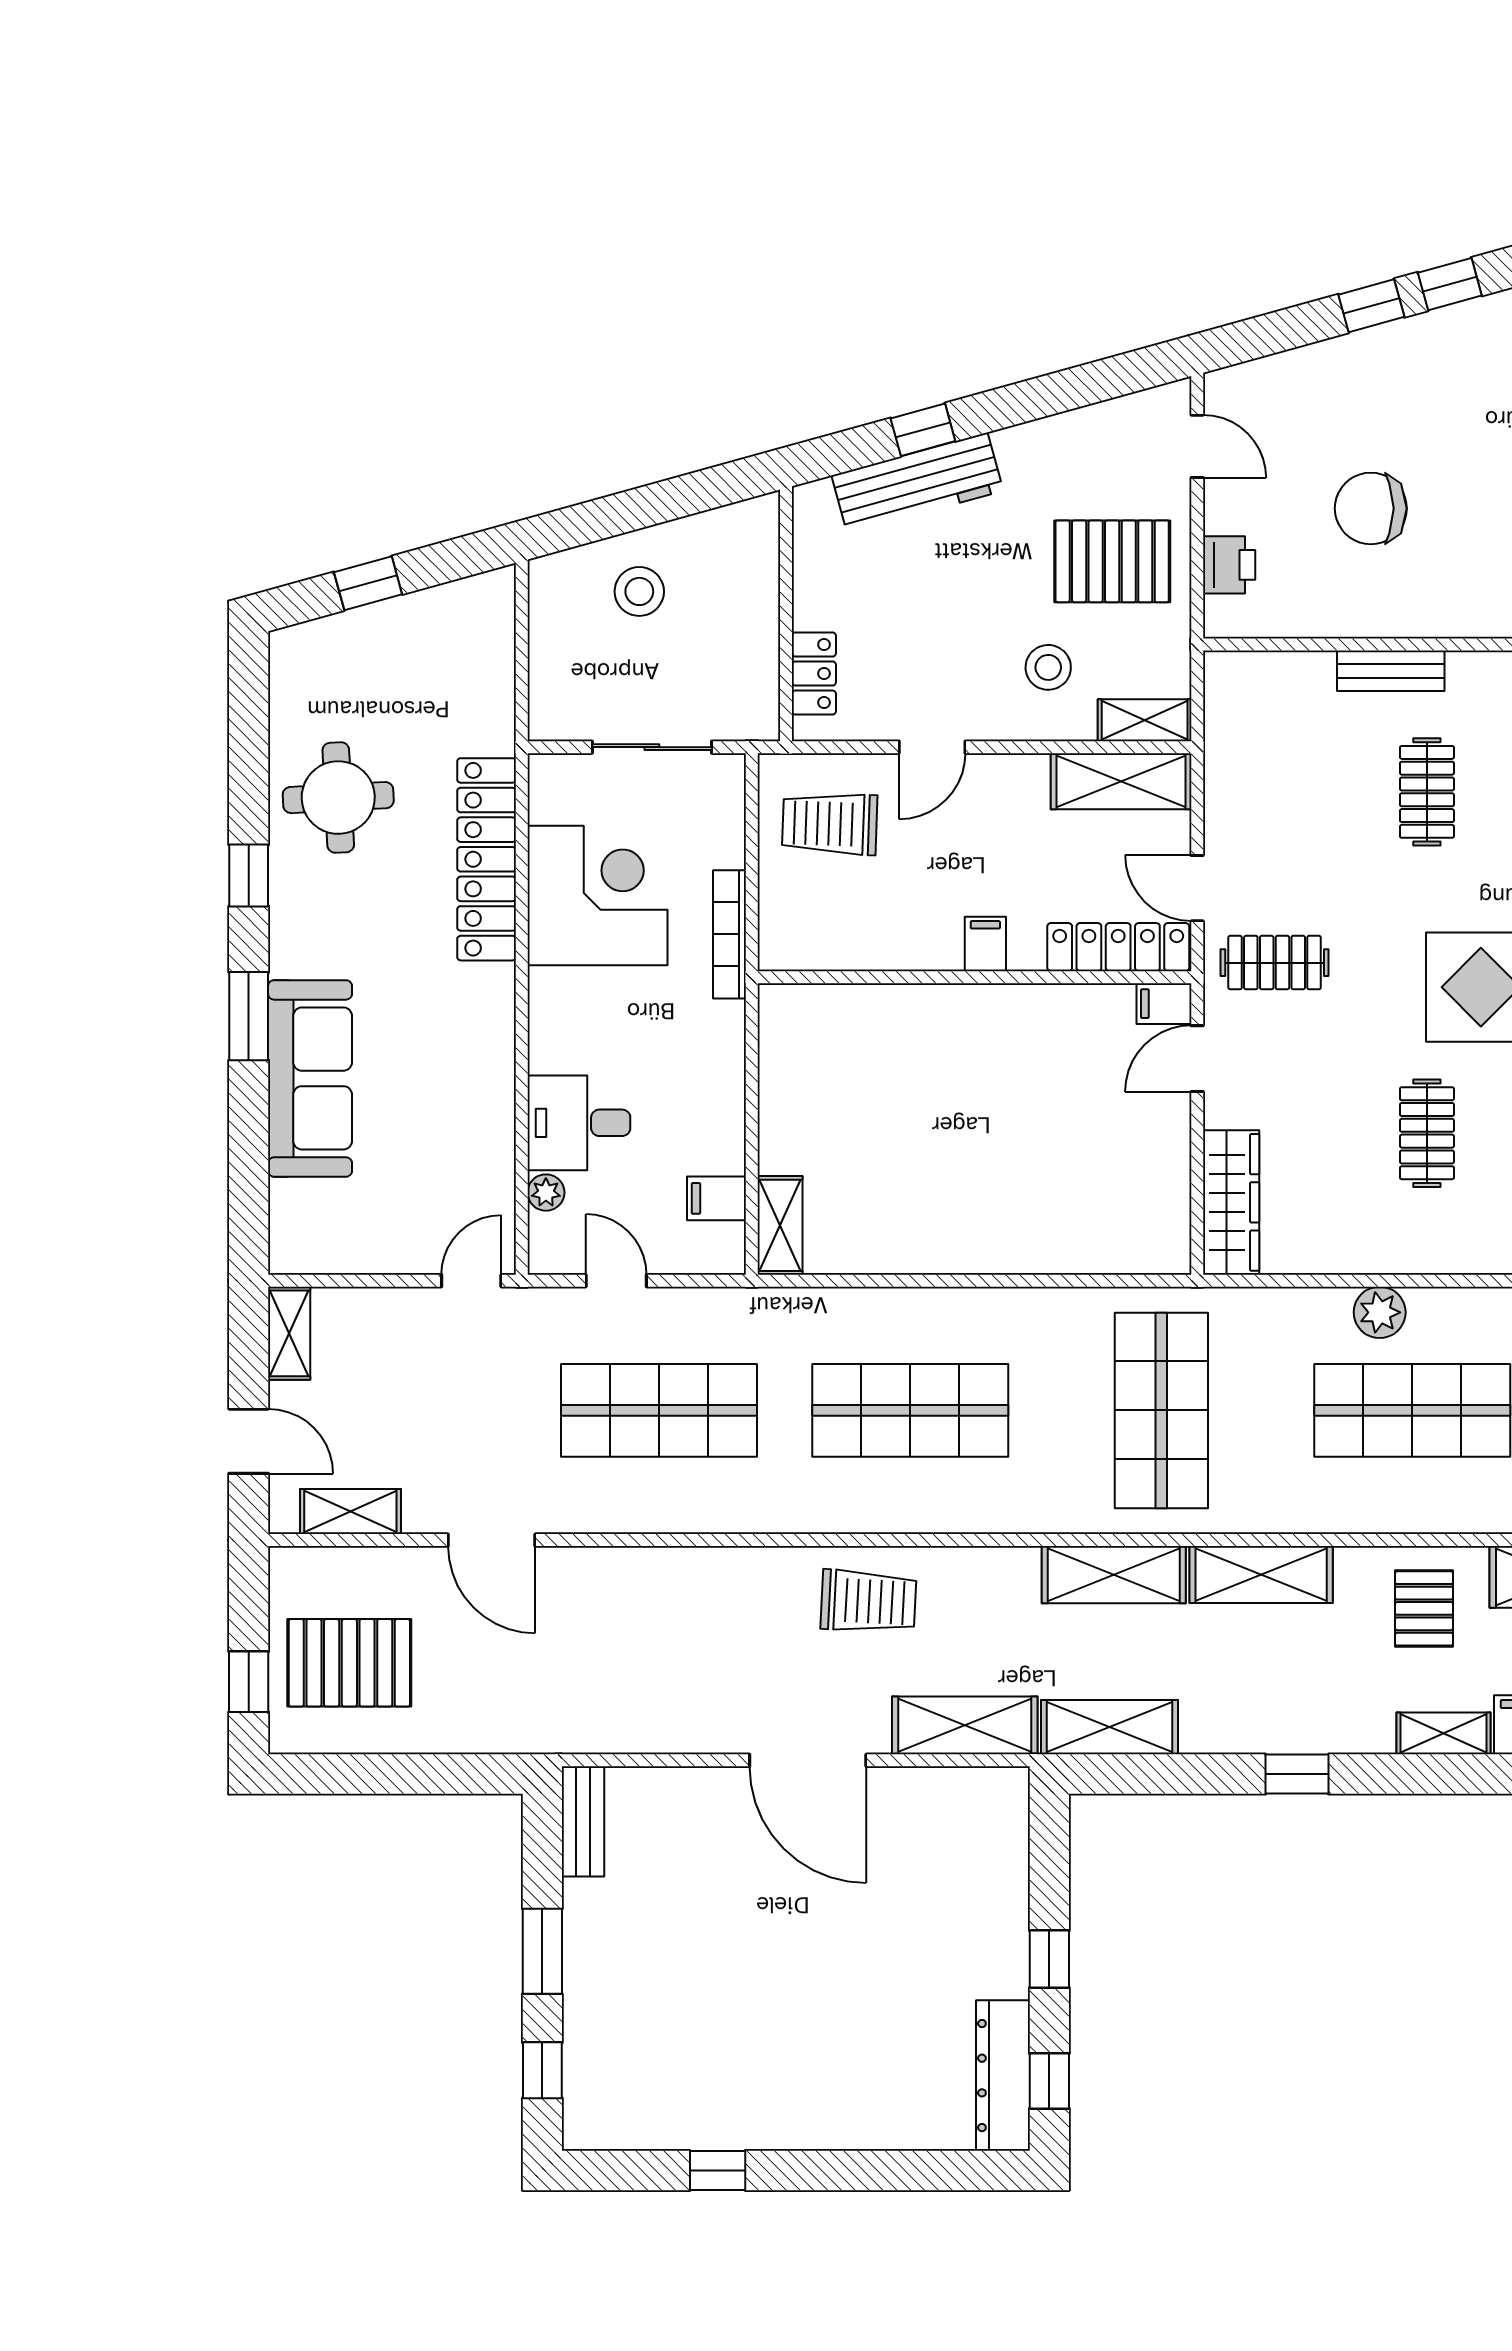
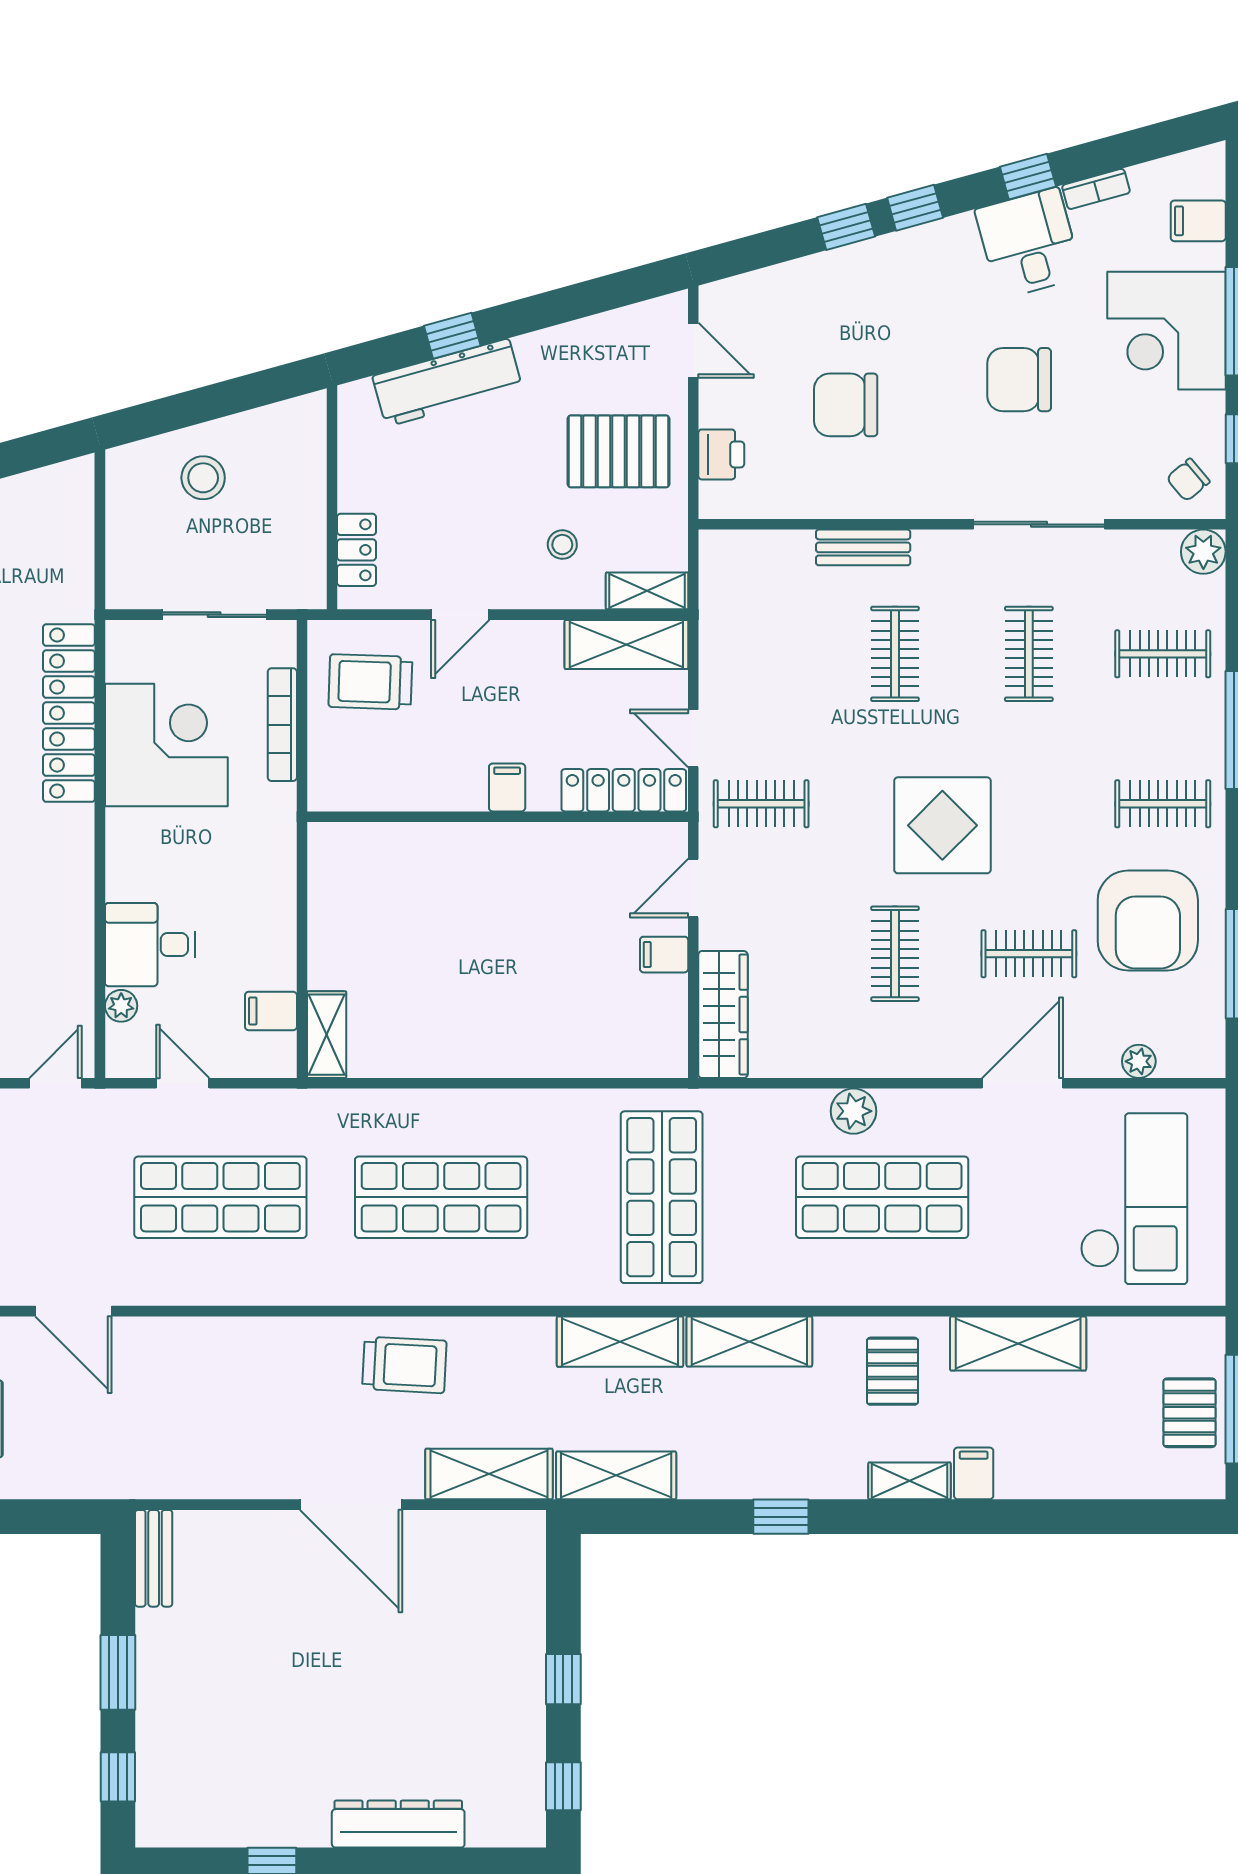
stool: (1048, 667) -> (562, 545), width x0.73, depth x0.73
bookcase: (729, 934) -> (282, 725), moved
filing cabinet: (1164, 1004) -> (664, 955), moved
dresser: (1003, 2076) -> (398, 1824), moved, turned 90

